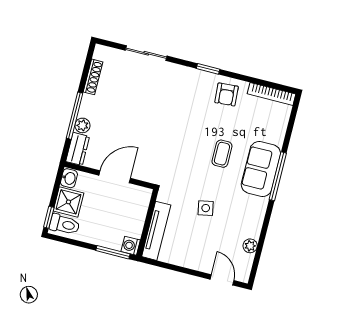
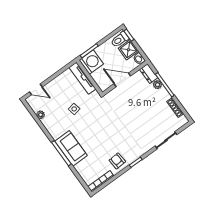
coffee table: (222, 154) -> (92, 137), removed
door: (115, 177) -> (122, 80), swing flipped
washing machine: (131, 246) -> (91, 62), width x1.89, depth x1.89

